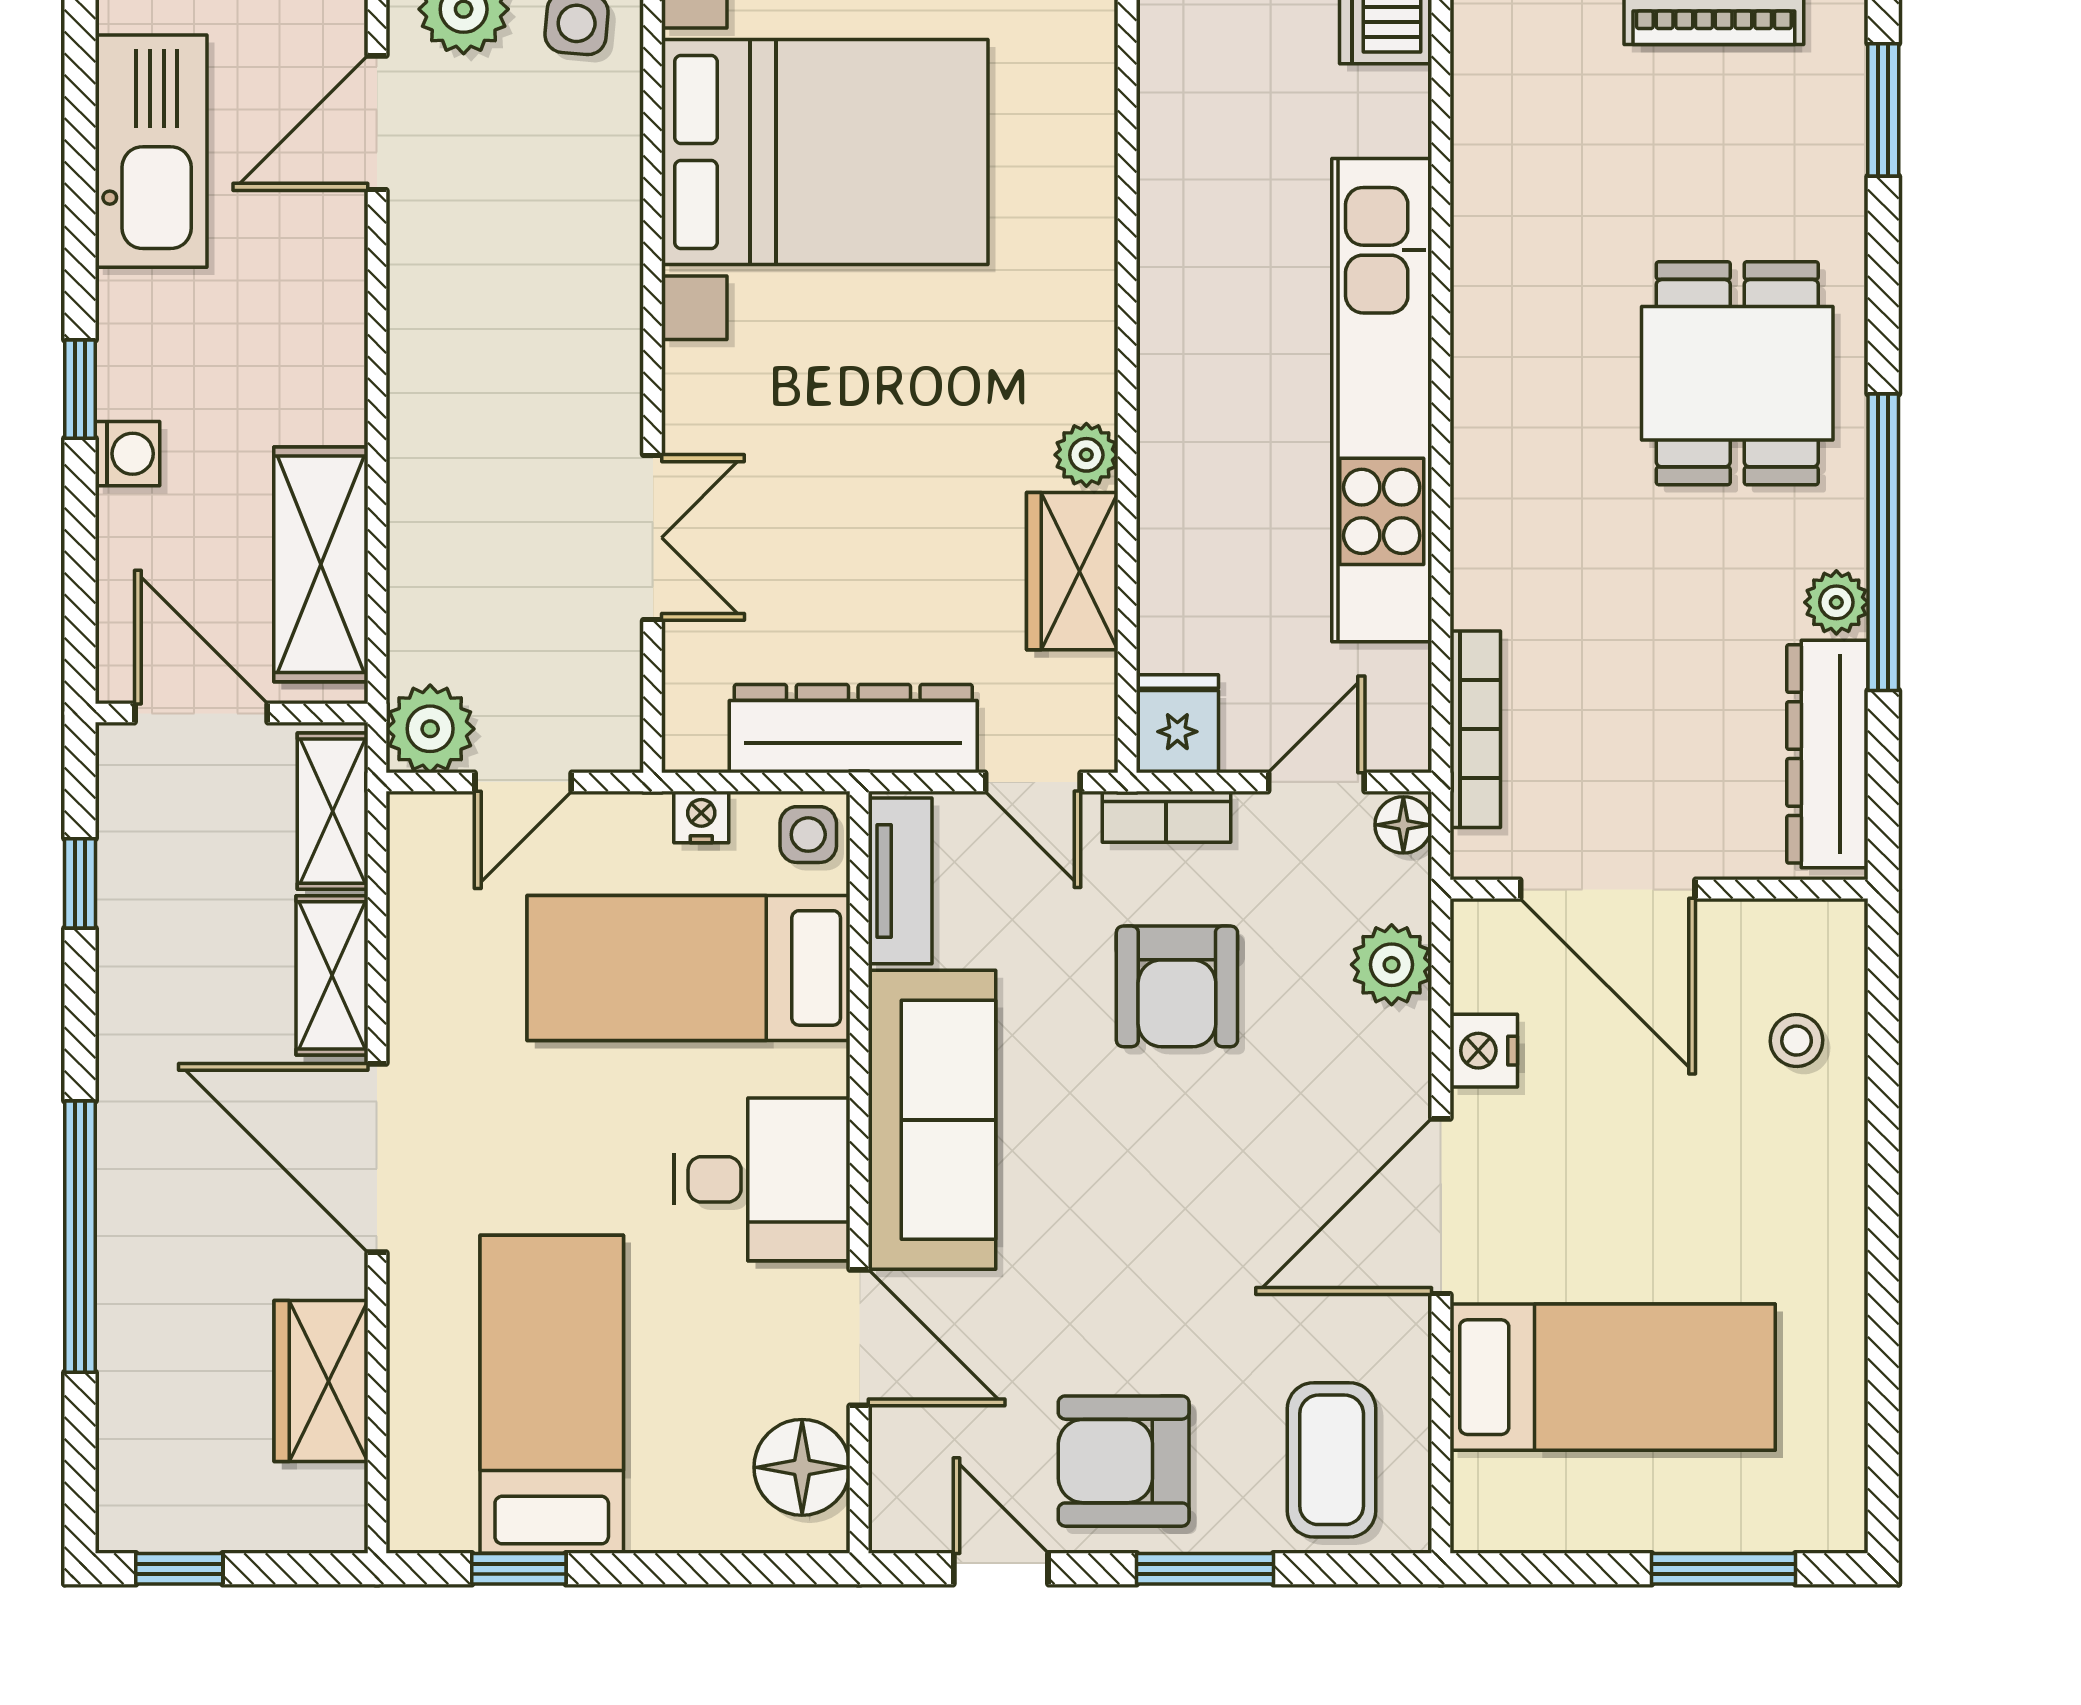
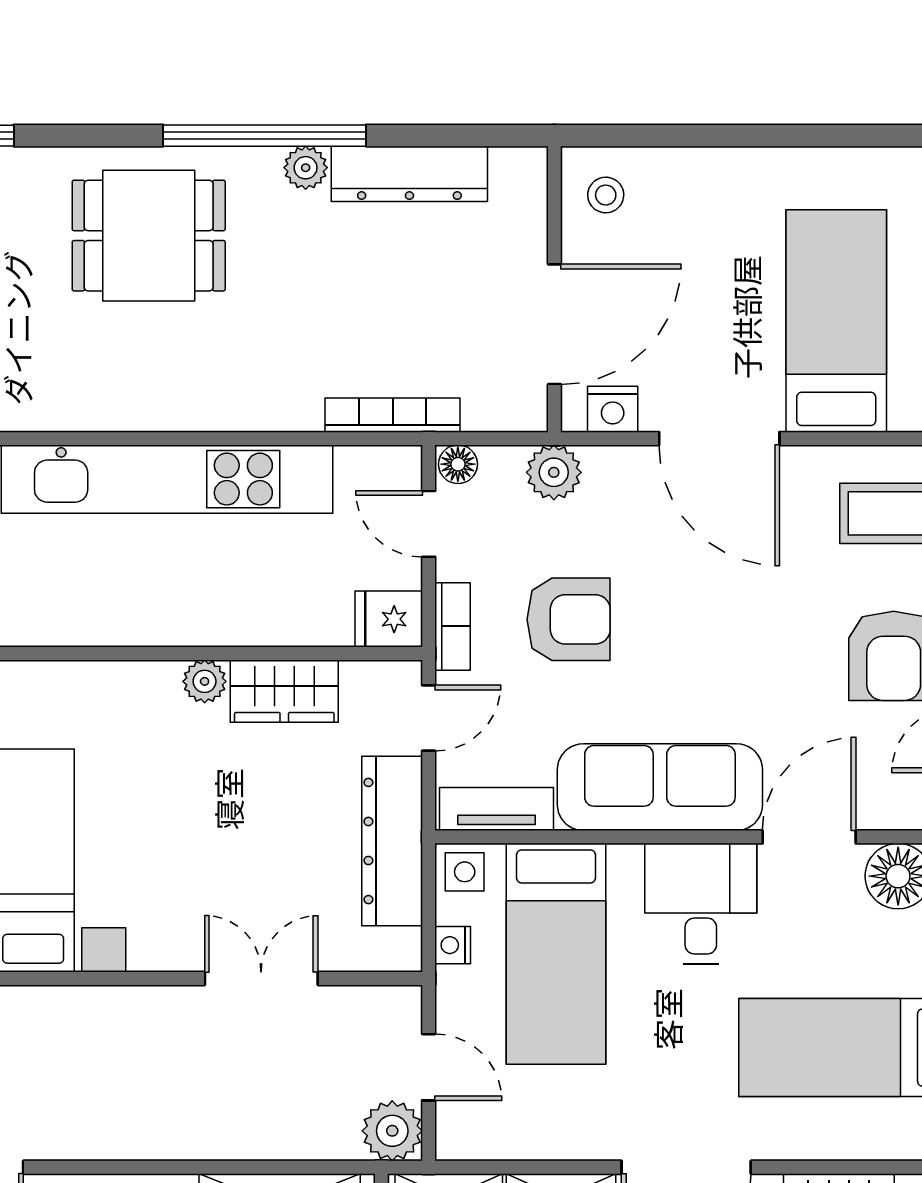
door: (1608, 889) -> (554, 324), moved
wall: (1659, 889) -> (554, 289), moved

